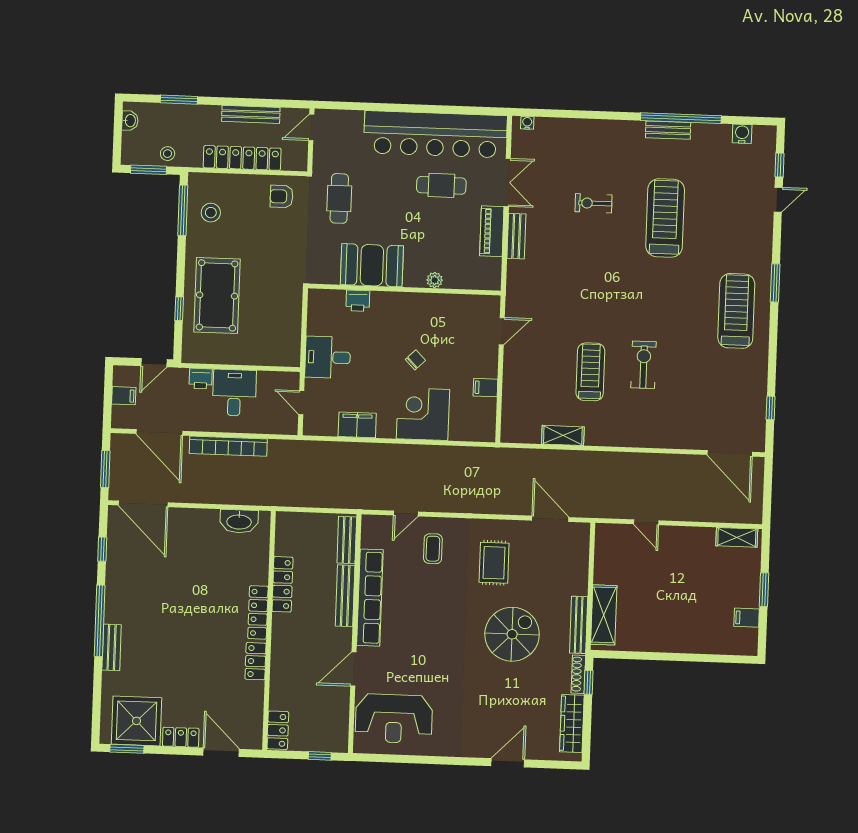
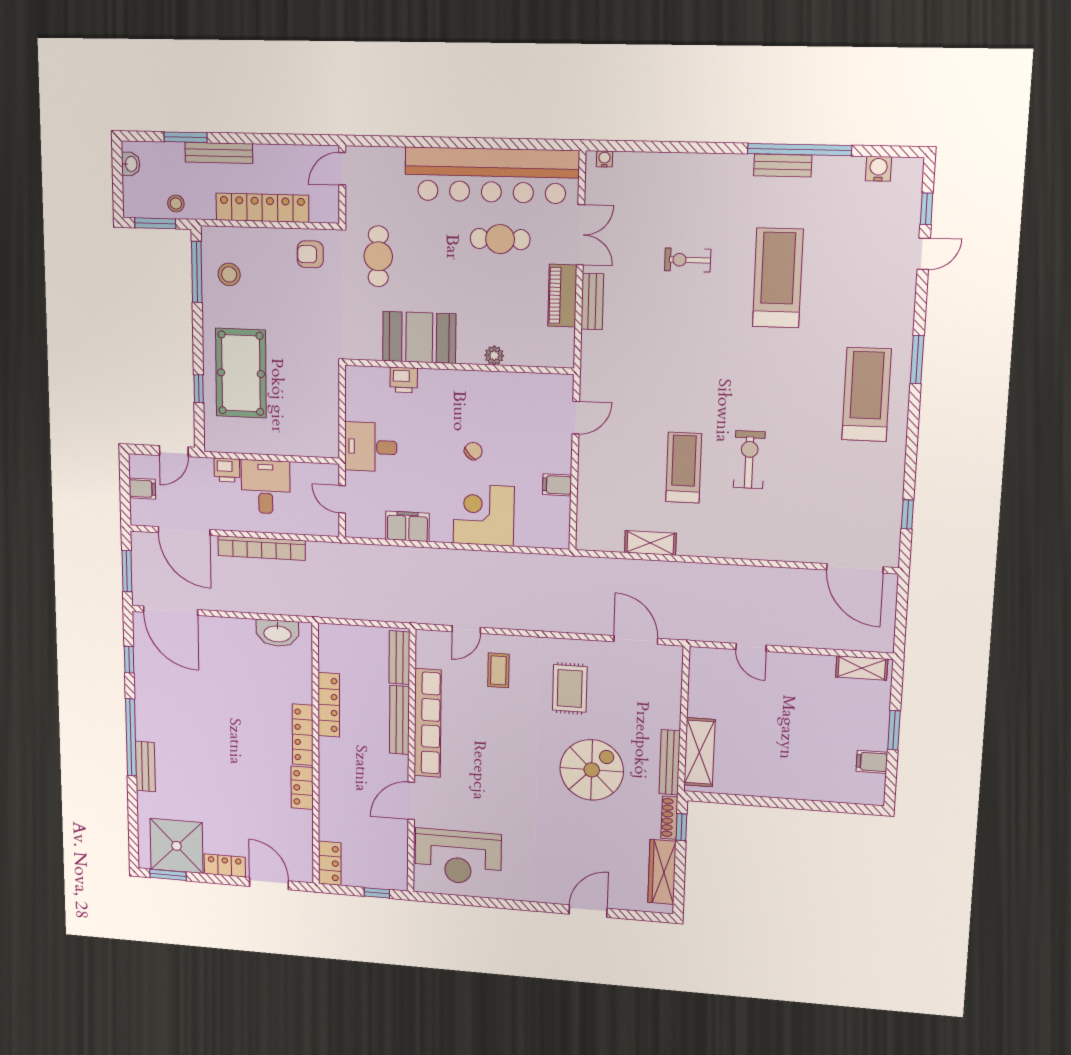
bench: (251, 114) -> (219, 153), moved

